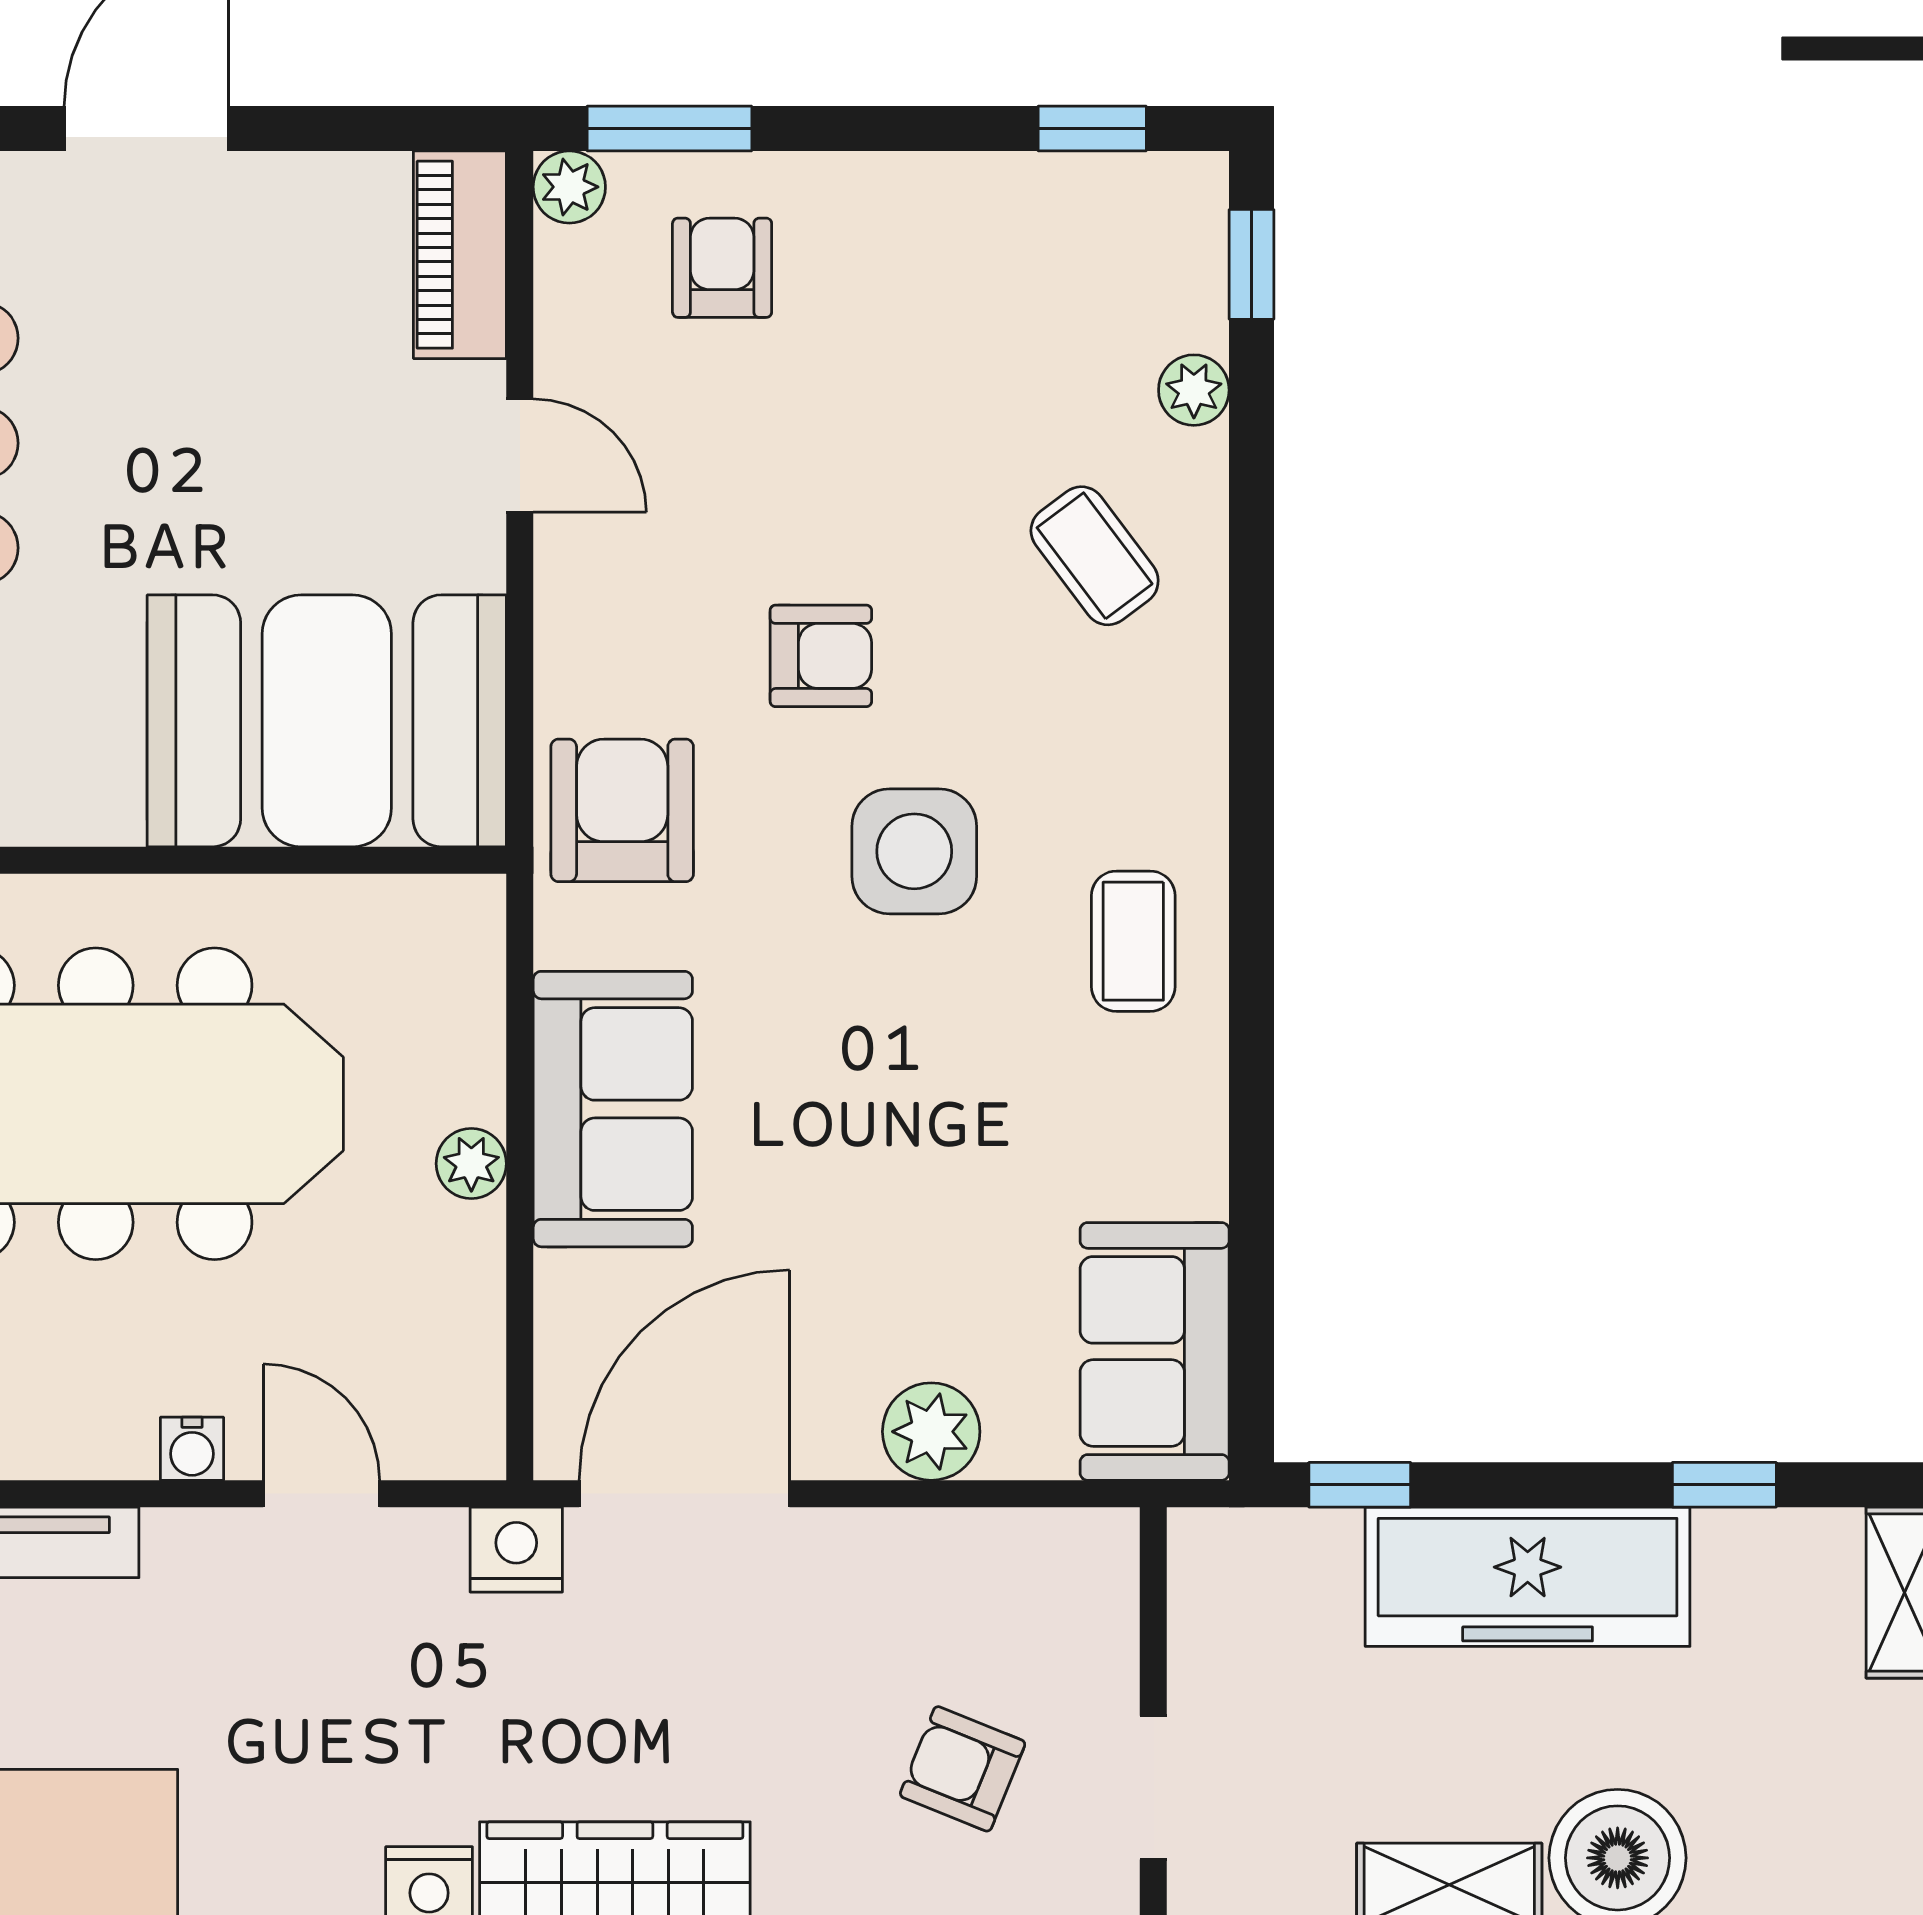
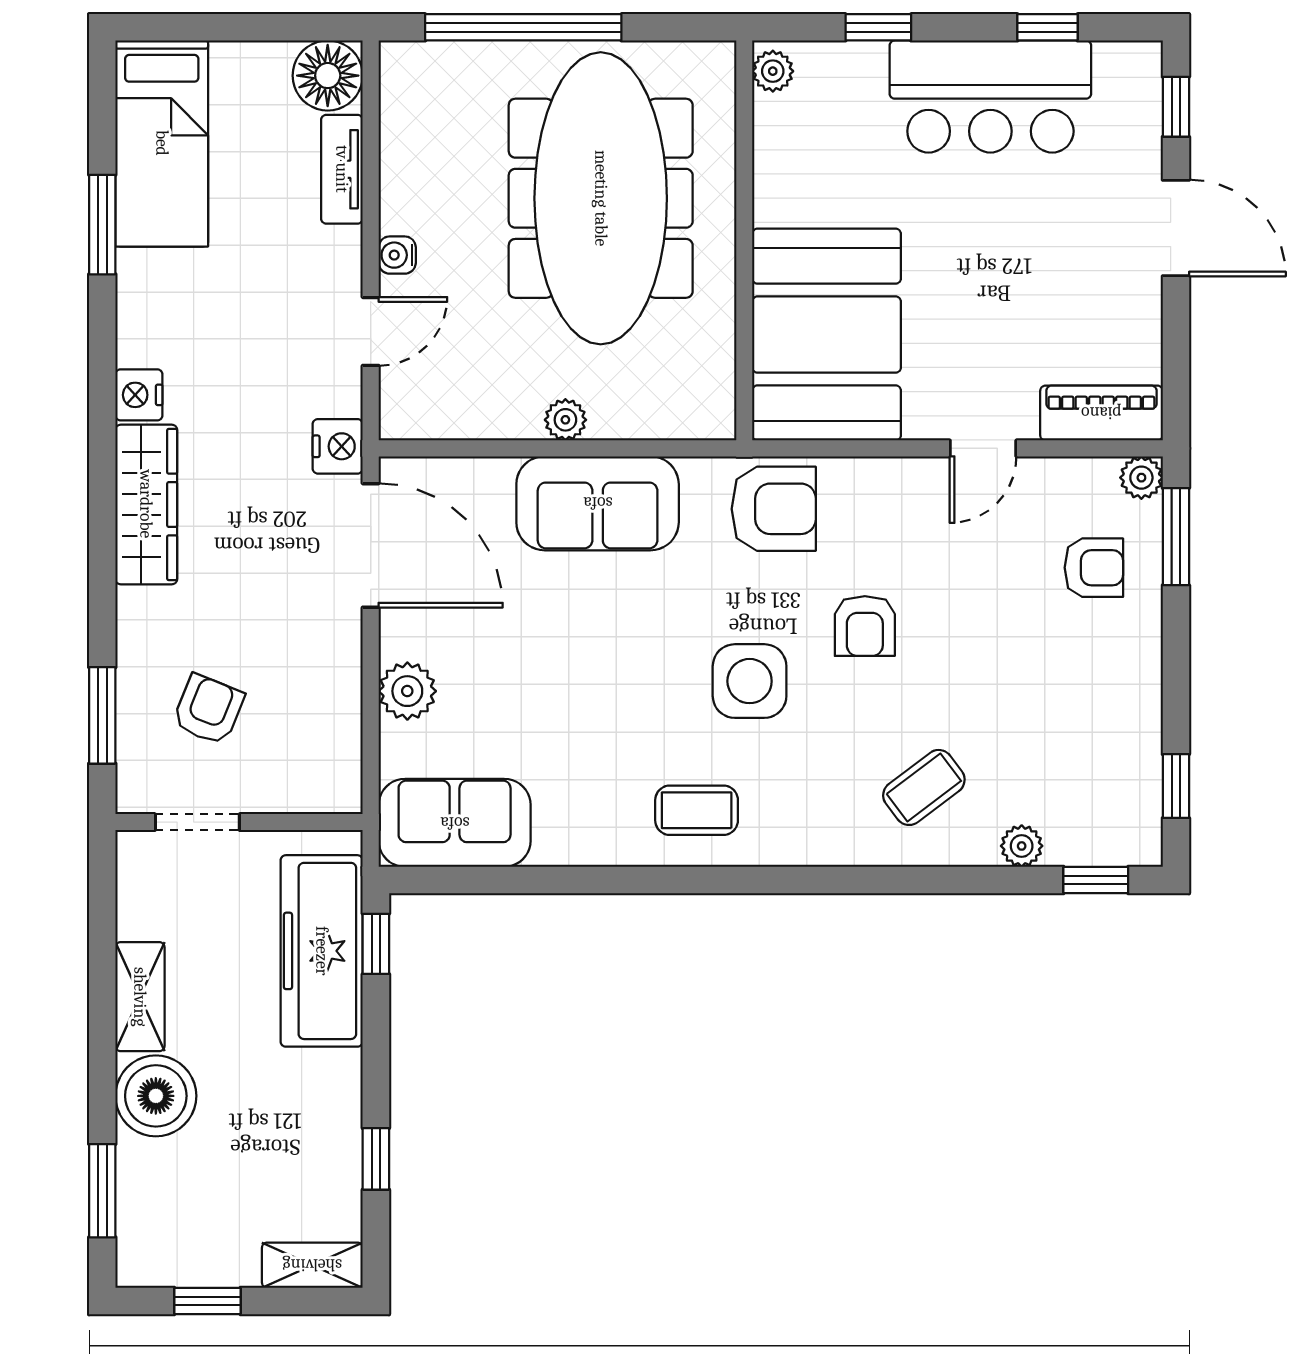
freezer: (1528, 1577) -> (322, 951), moved

